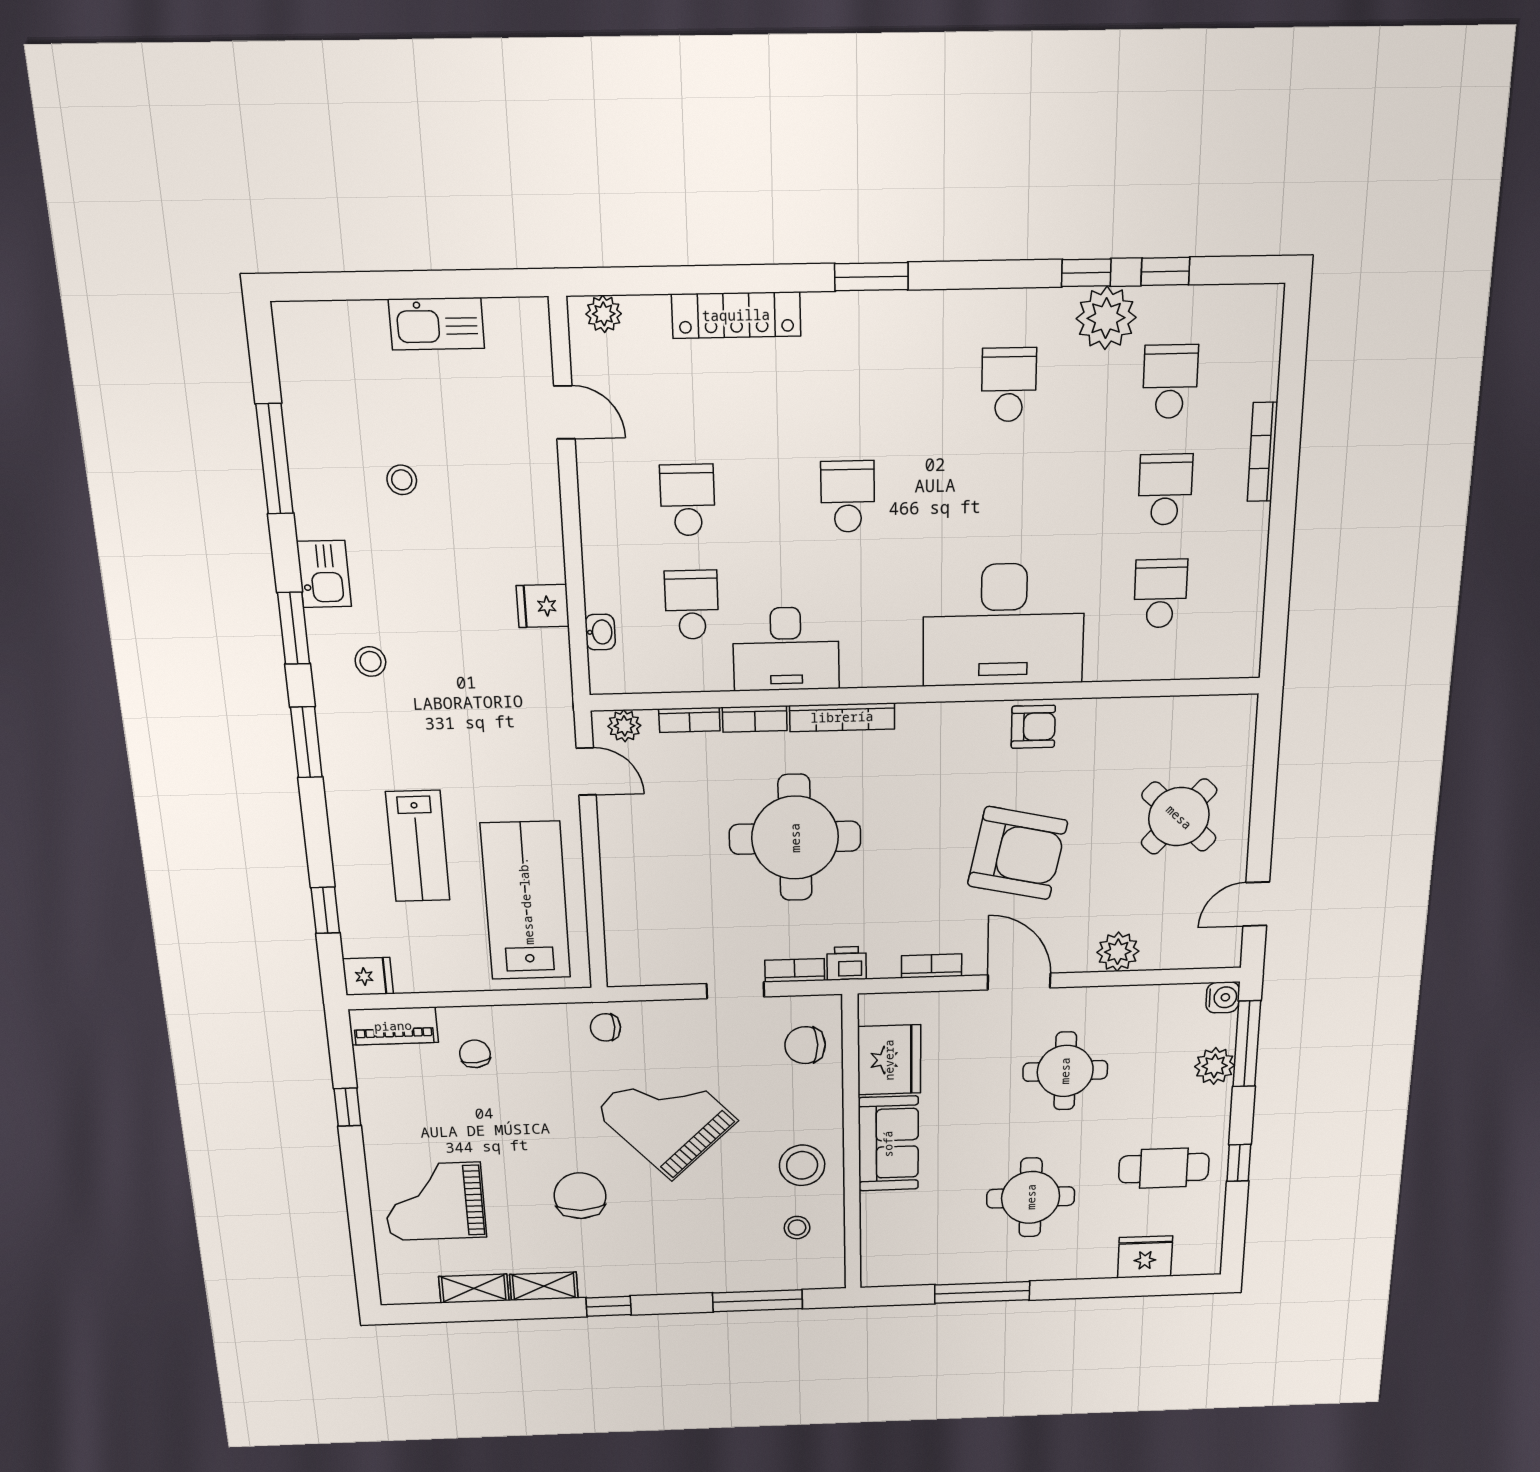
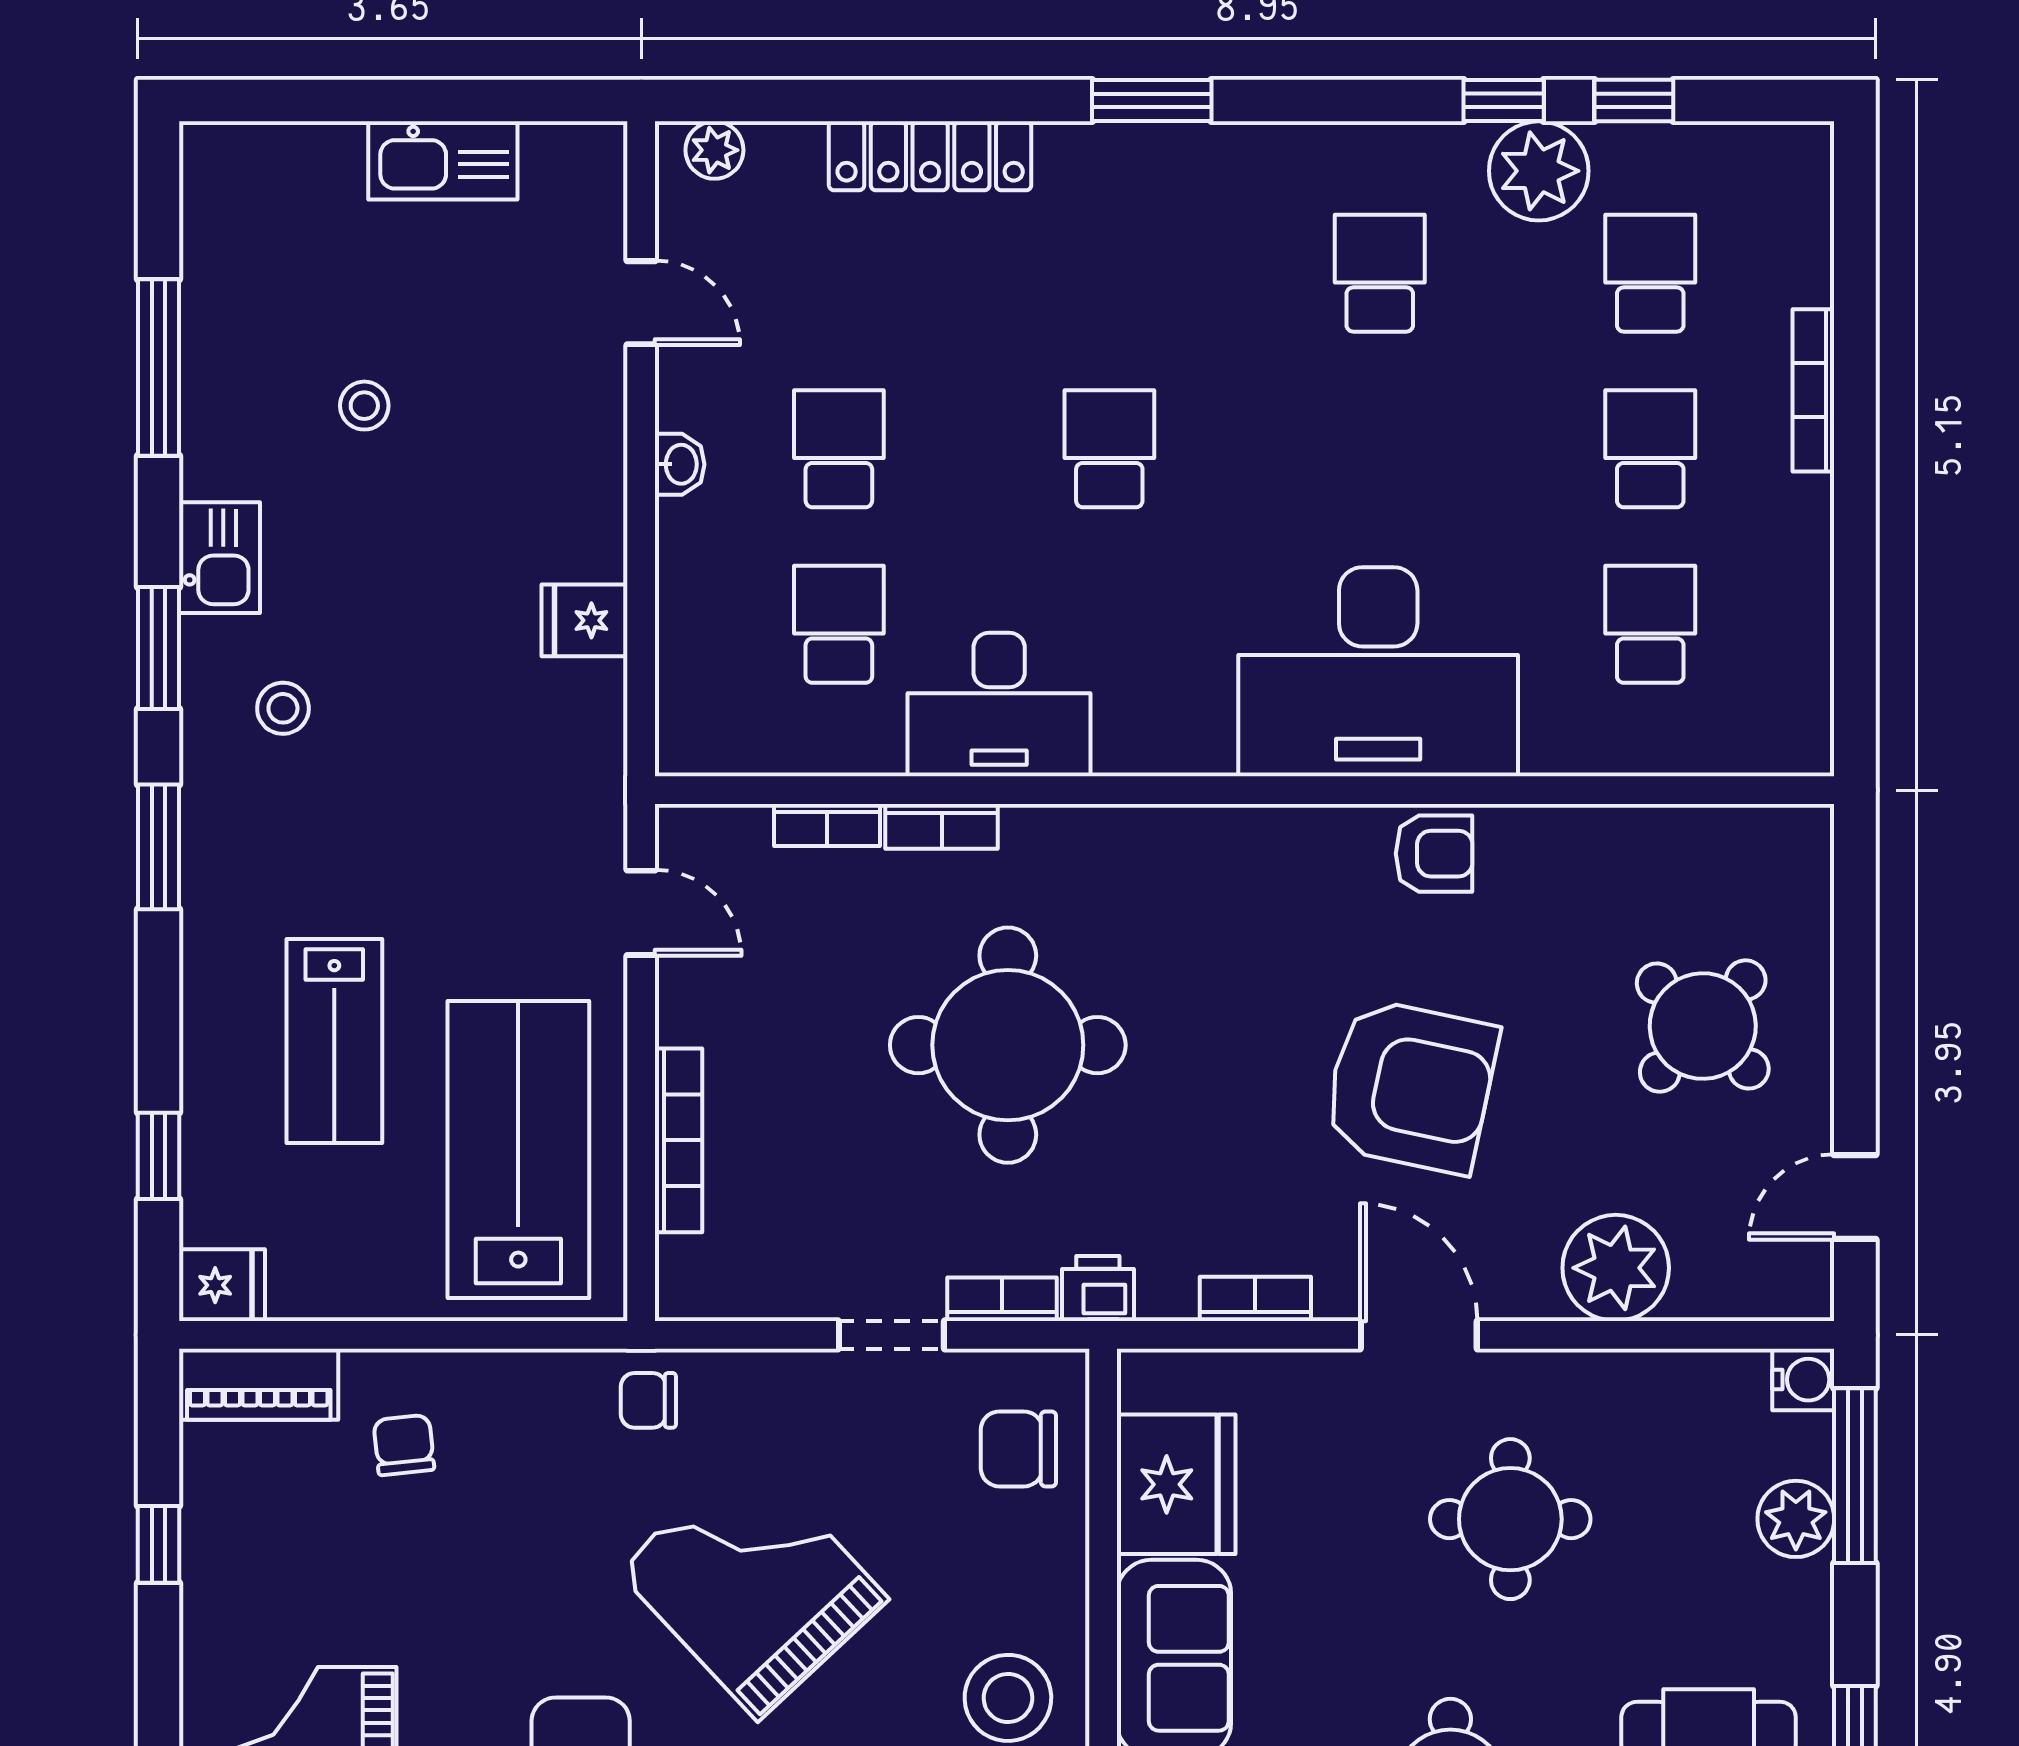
washbasin: (600, 632) -> (680, 464), moved
bookcase: (842, 717) -> (679, 1140), moved, turned -90
plant: (624, 726) -> (713, 833), removed
plant: (1118, 952) -> (1616, 1268), width x1.36, depth x1.36

